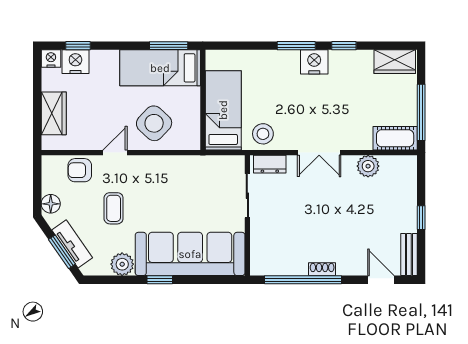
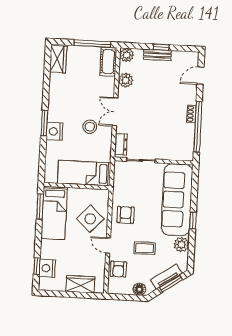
window: (344, 46) -> (46, 92), removed
nightstand: (51, 59) -> (44, 284), removed
nightstand: (314, 62) -> (55, 131), moved
stool: (263, 134) -> (90, 127), moved
double door: (319, 153) -> (115, 112), swing flipped
plant: (406, 166) -> (127, 55), added
armchair: (163, 177) -> (126, 215), added
bench: (409, 255) -> (157, 55), moved

